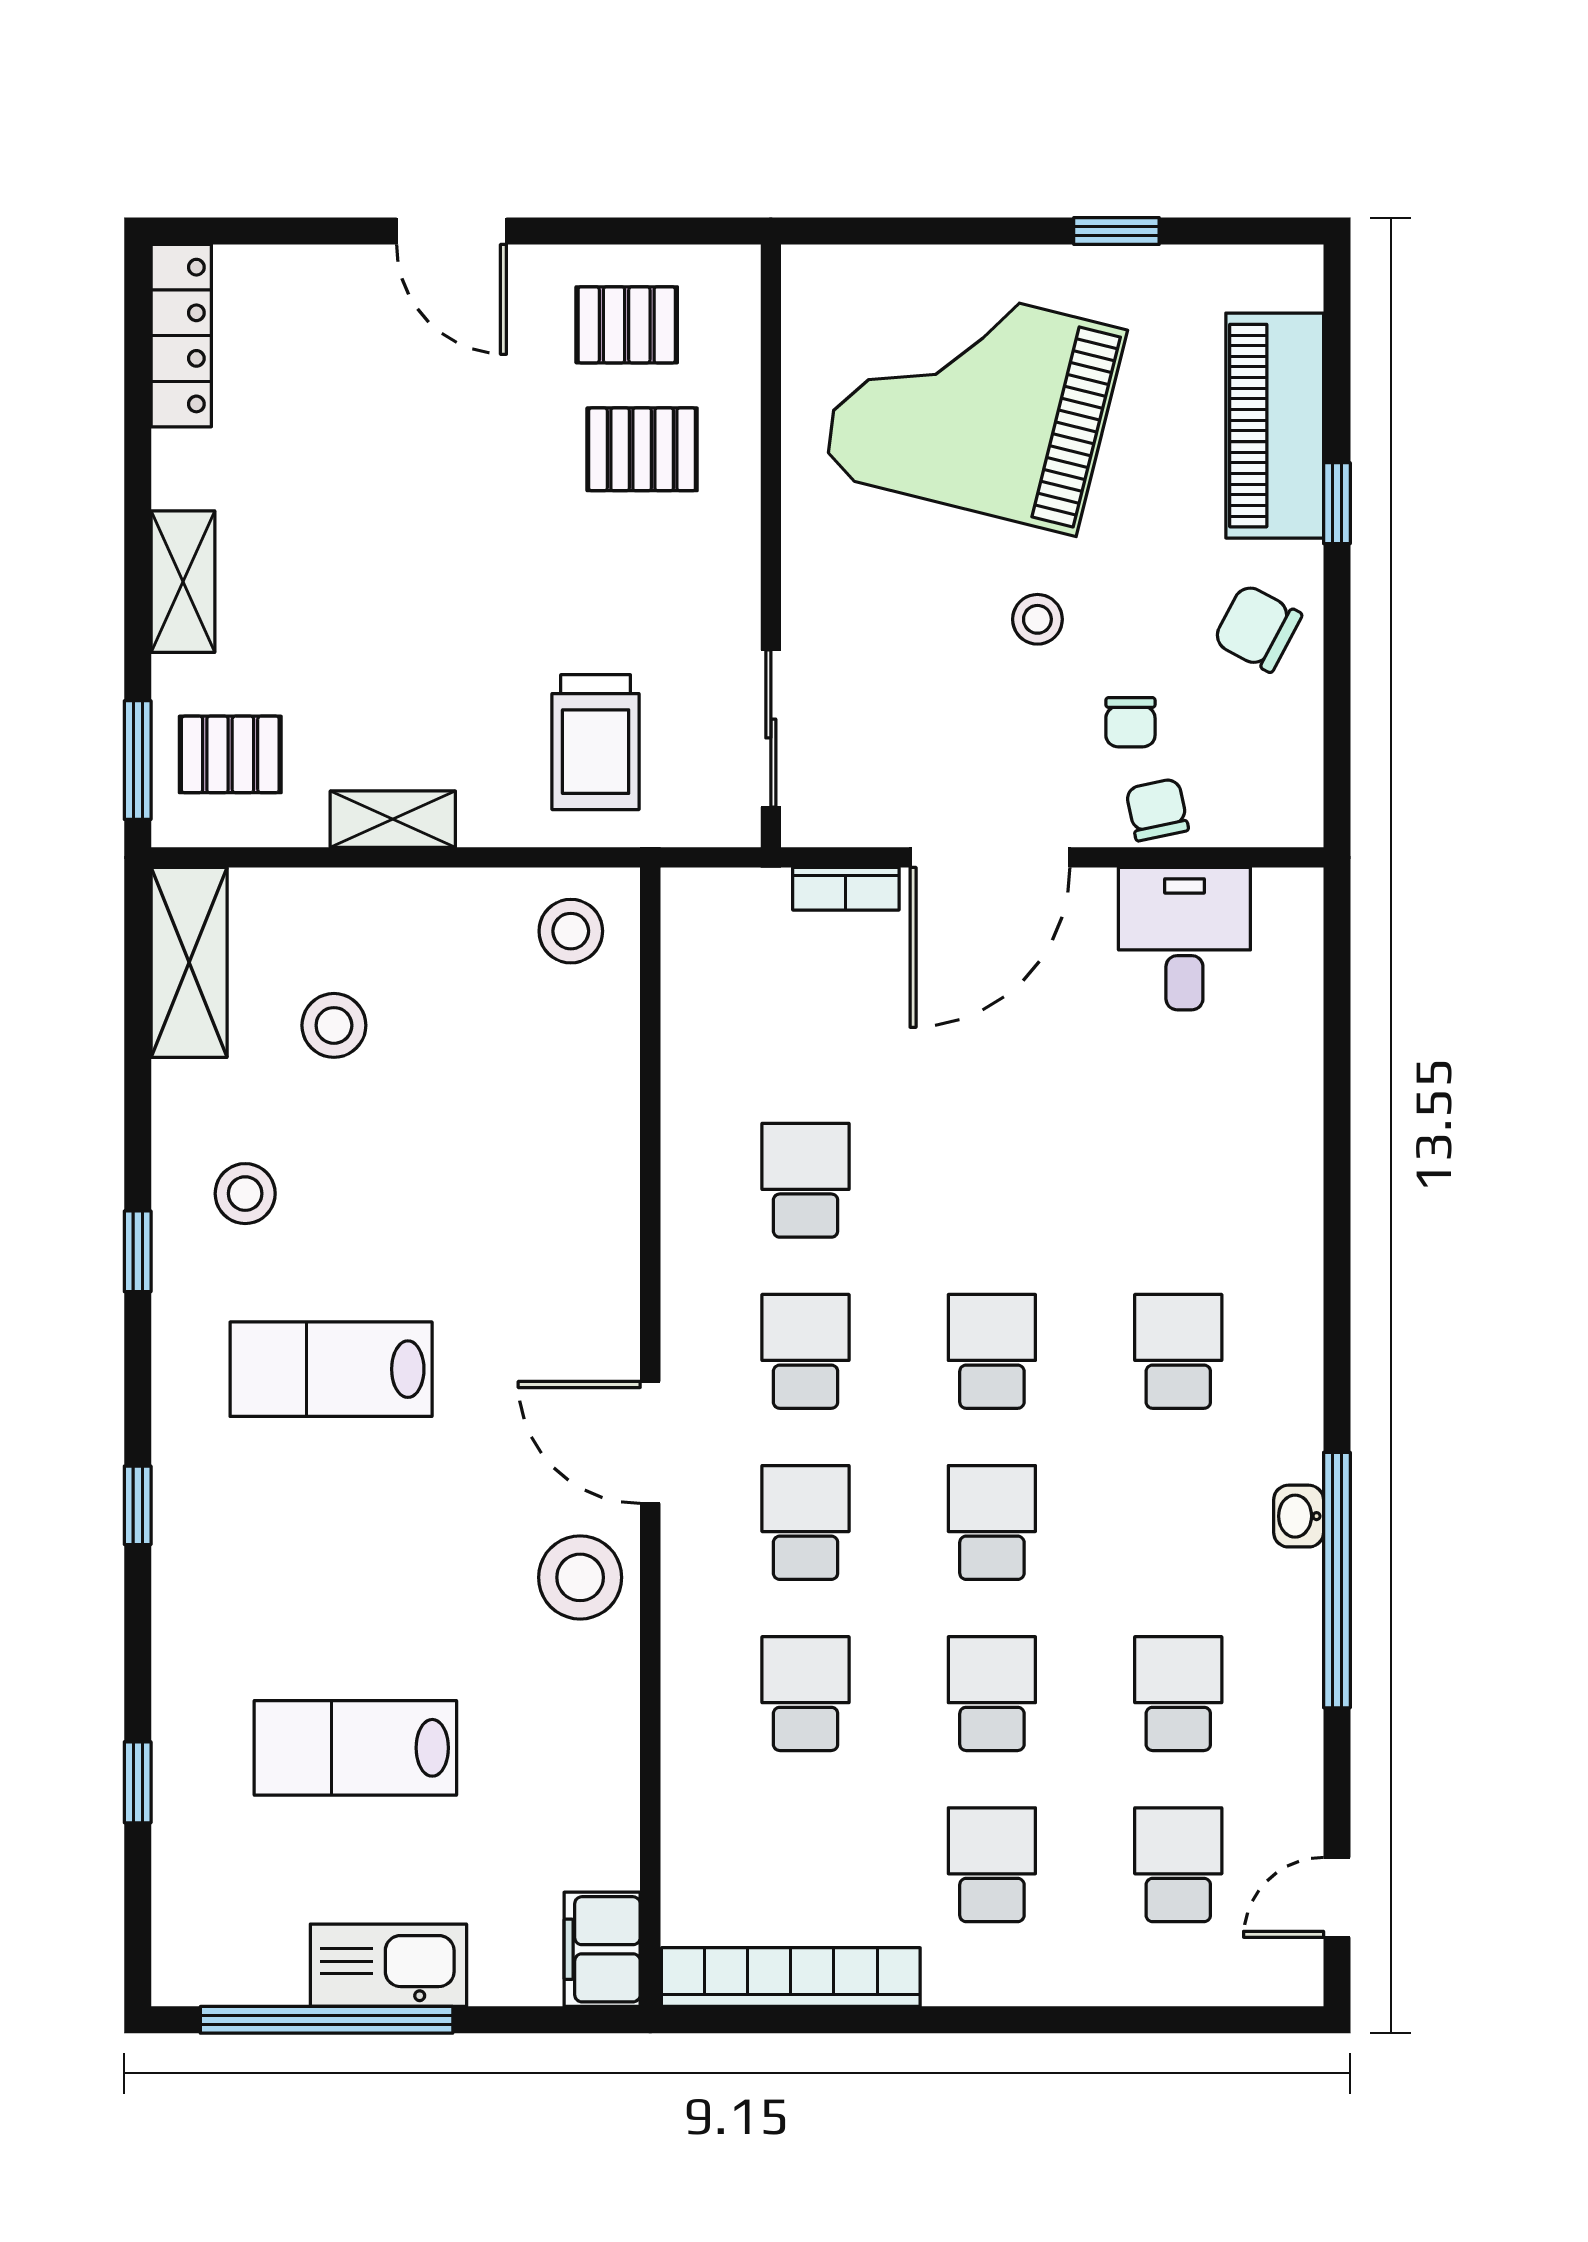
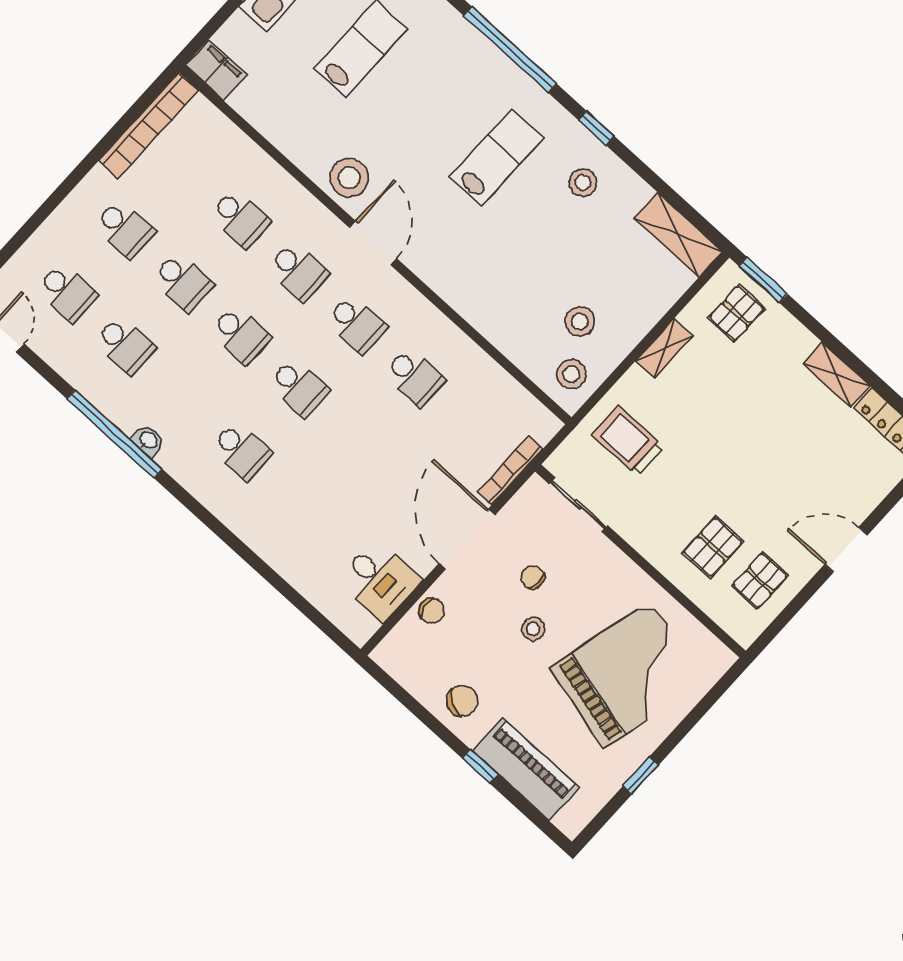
shelving: (183, 582) -> (837, 375), moved
chair: (1130, 722) -> (533, 577), moved
bookcase: (846, 889) -> (510, 470), width x1.56
stool: (334, 1025) -> (580, 322), moved
door: (650, 1442) -> (373, 243), hinge flipped
window: (138, 1505) -> (510, 50), width x3.17

